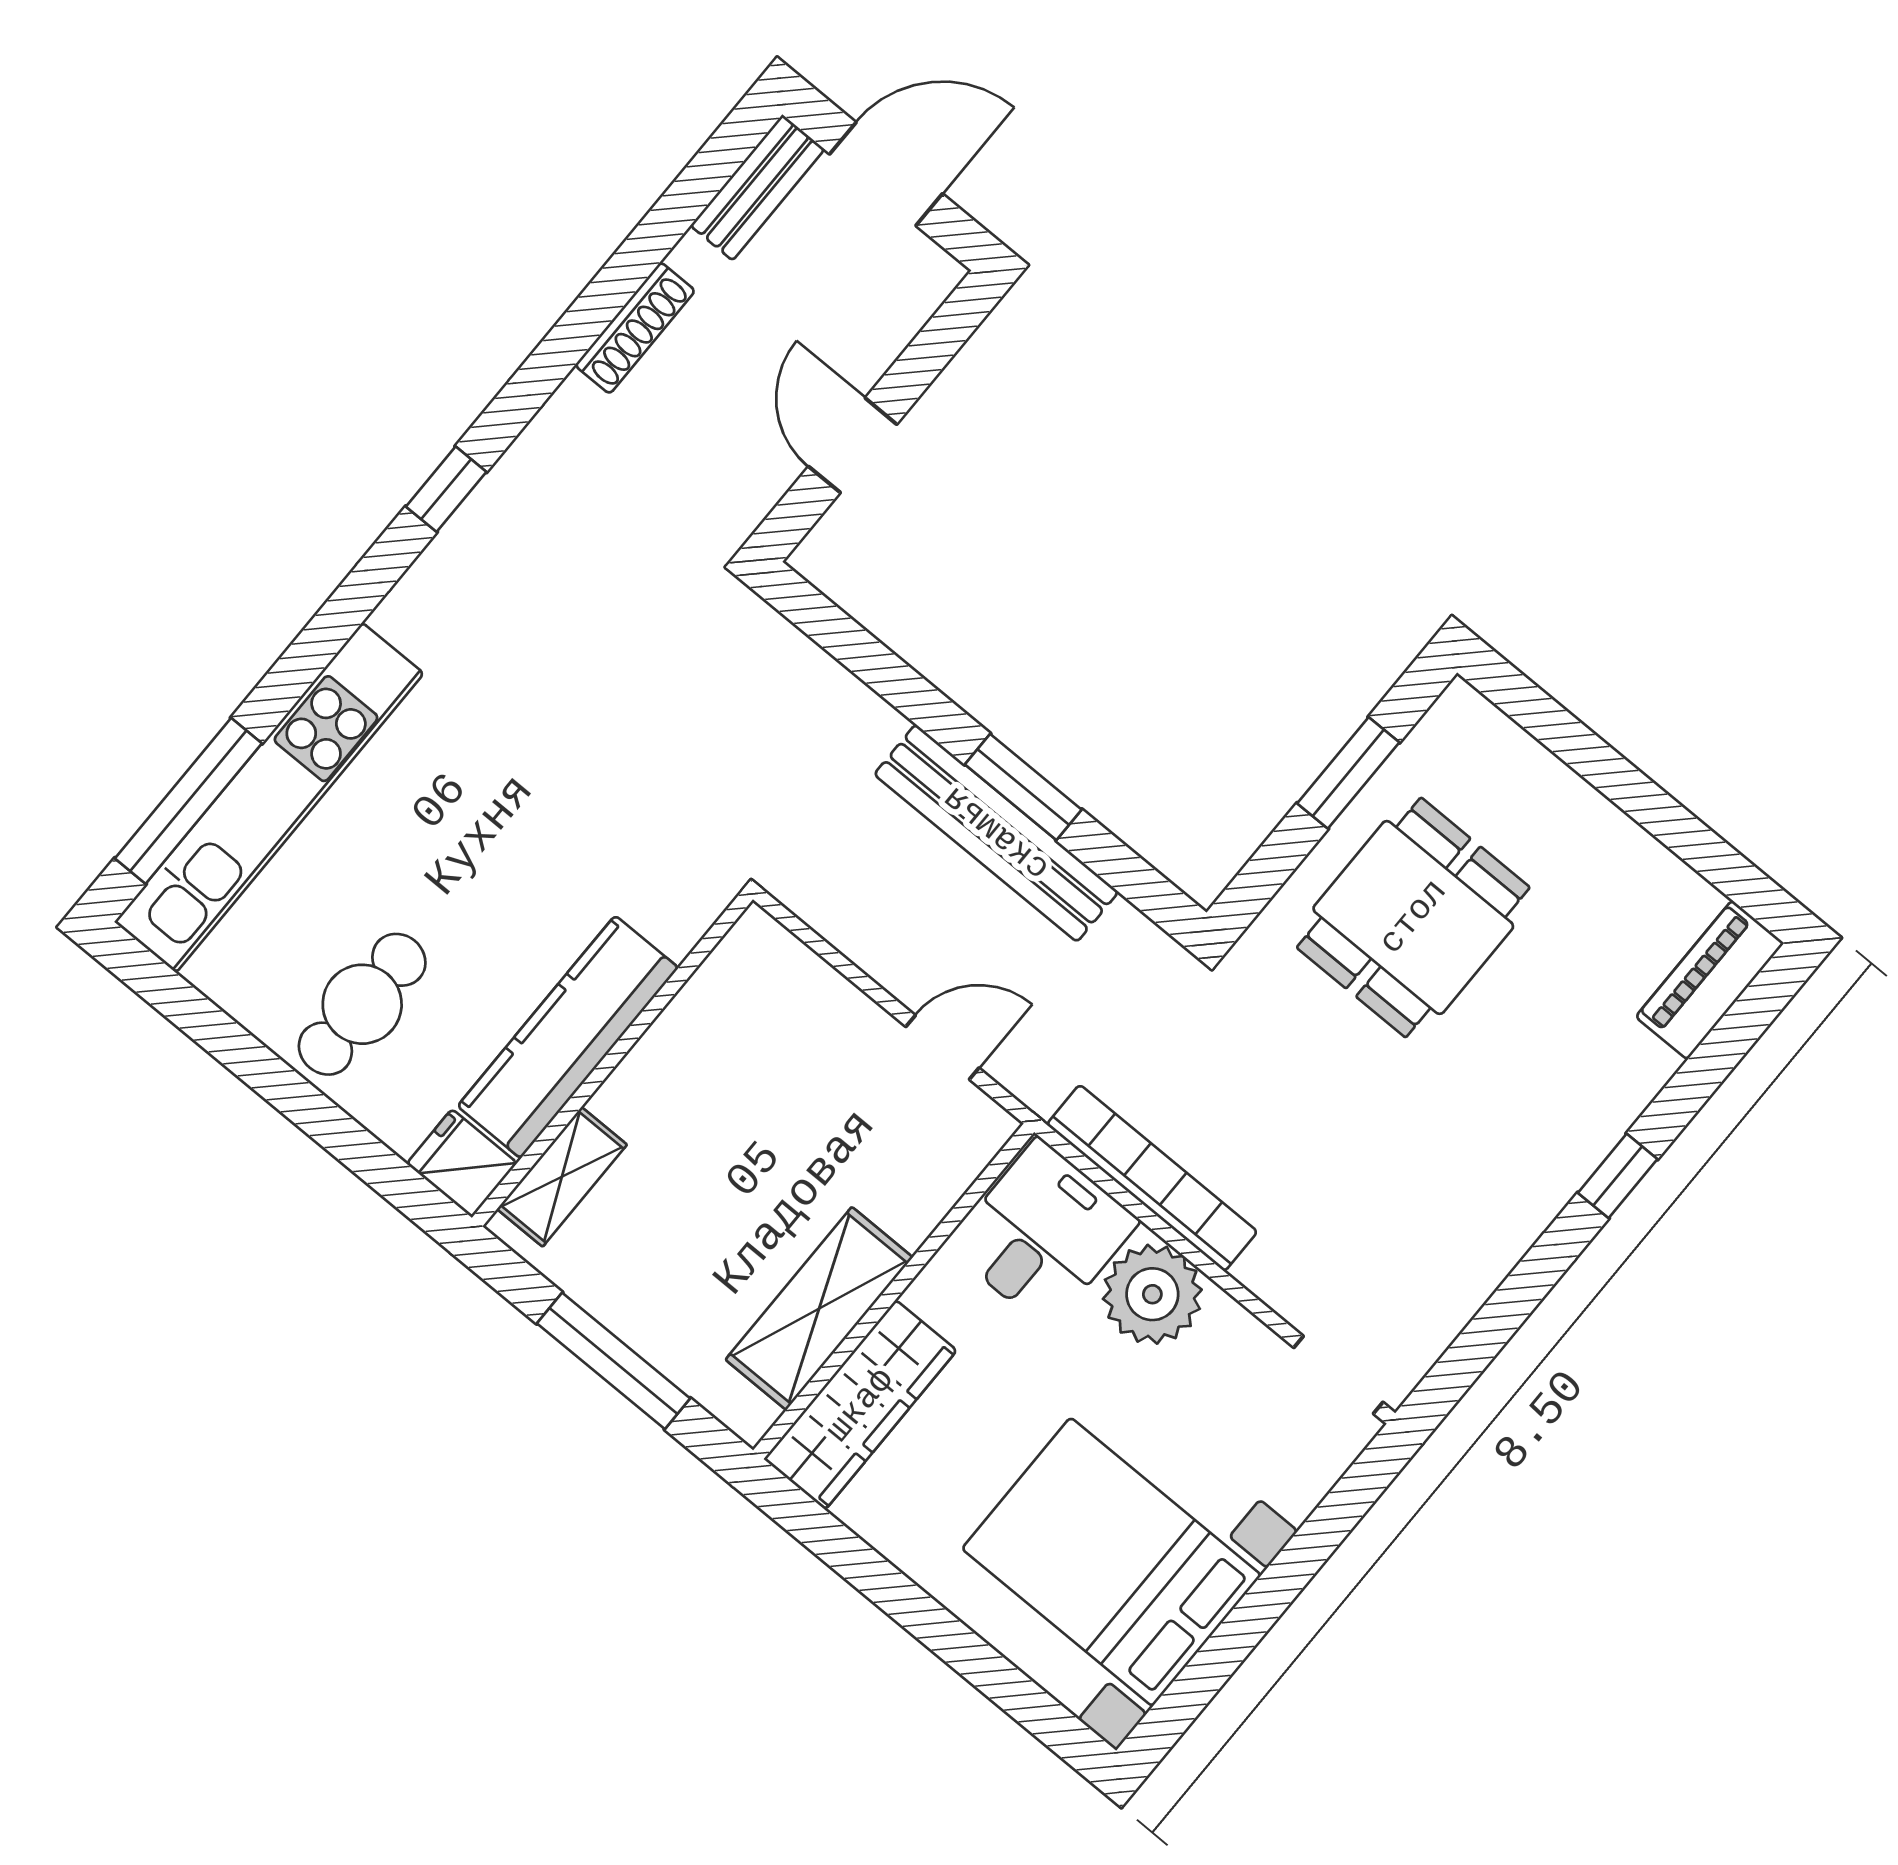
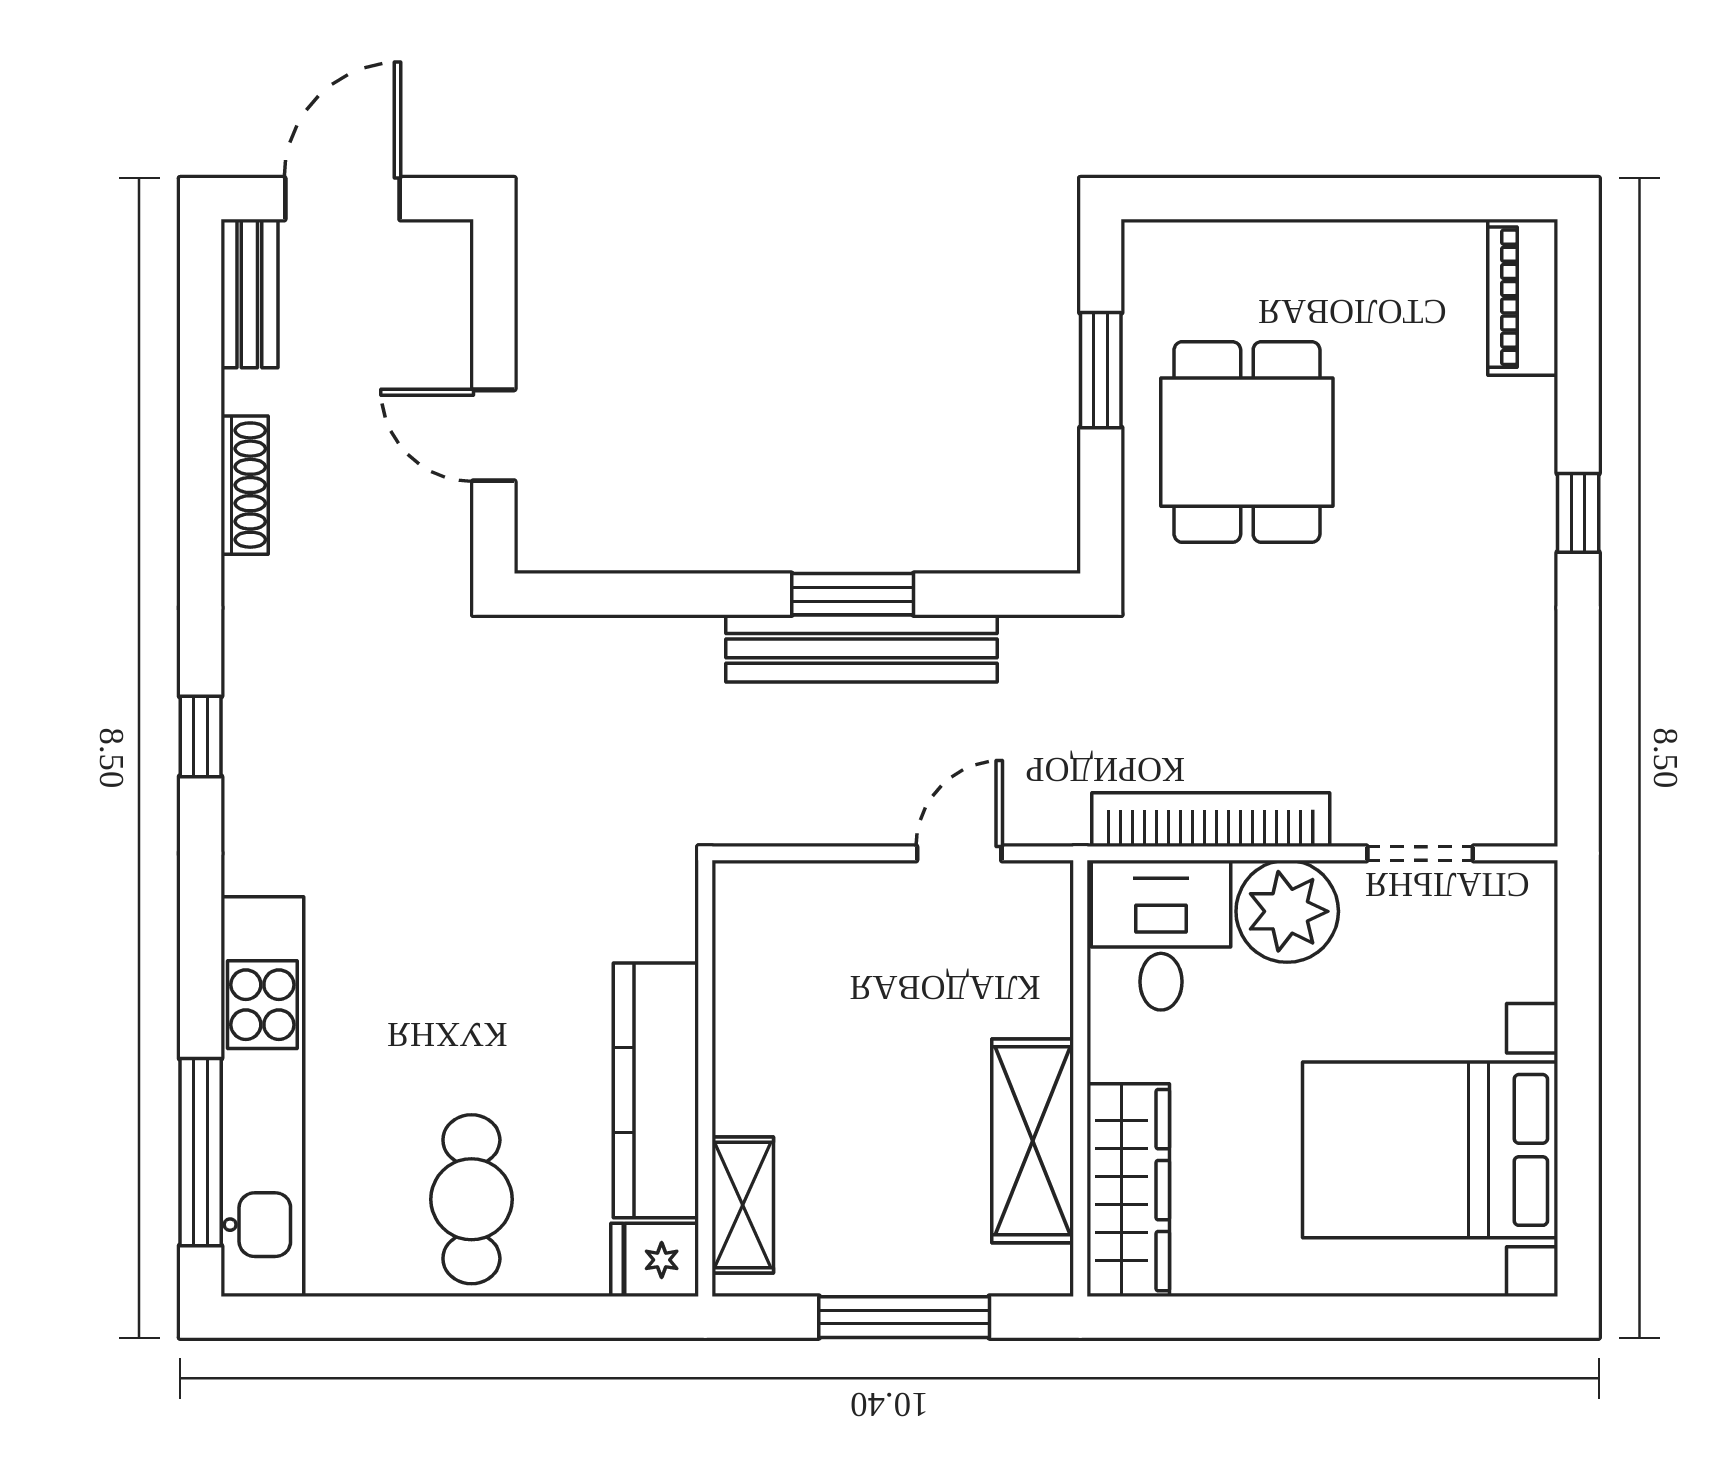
doorway: (1338, 1375) -> (1420, 853), moved

